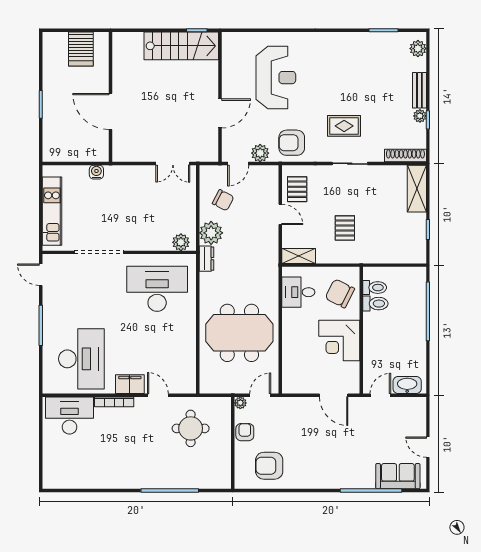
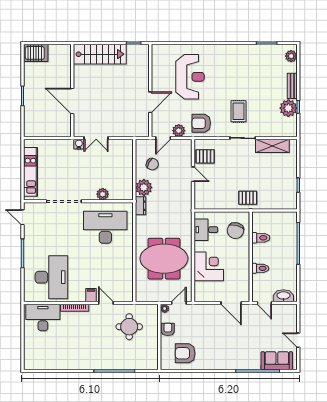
stairs: (181, 46) -> (100, 54), moved
server rack: (81, 49) -> (36, 53), moved, turned -90
plant: (420, 116) -> (288, 108), width x1.88, depth x1.88
rug: (344, 126) -> (239, 111), turned 90
shoe rack: (405, 156) -> (282, 132), removed
double door: (173, 164) -> (96, 138), moved
water cooler: (96, 172) -> (79, 144), moved
pallet: (297, 189) -> (205, 156), turned 90
shelving: (417, 189) -> (272, 146), moved, turned 90
pallet: (345, 228) -> (248, 198), moved, turned 90
plant: (181, 242) -> (103, 194), moved
shelving: (299, 256) -> (206, 204), removed
toilet: (375, 288) -> (260, 268), moved
chair: (340, 293) -> (235, 231), turned -102
corner desk: (339, 340) -> (209, 266), moved, turned 180
filing cabinet: (130, 384) -> (91, 295), width x0.50
door: (380, 395) -> (264, 303), swing flipped

